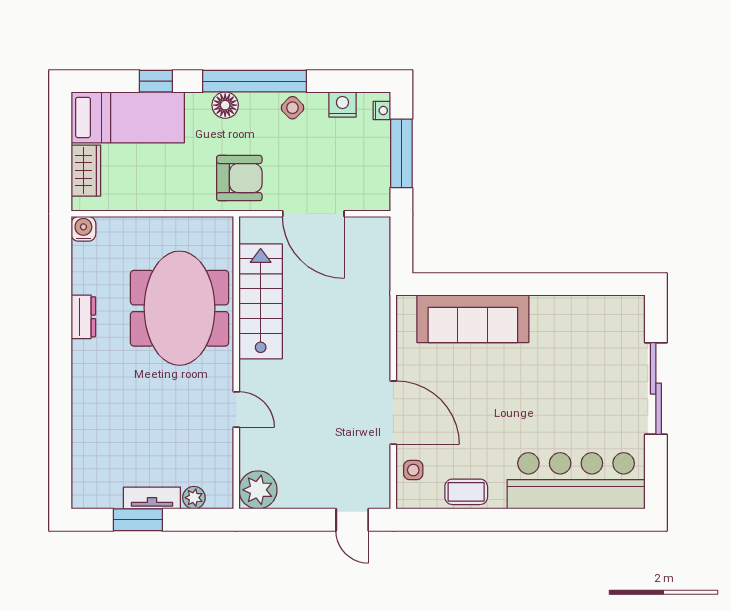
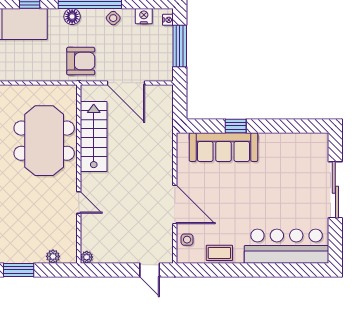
window: (493, 284) -> (236, 126), added
plant: (258, 490) -> (87, 257), width x0.53, depth x0.53
tv unit: (152, 498) -> (27, 257), removed

